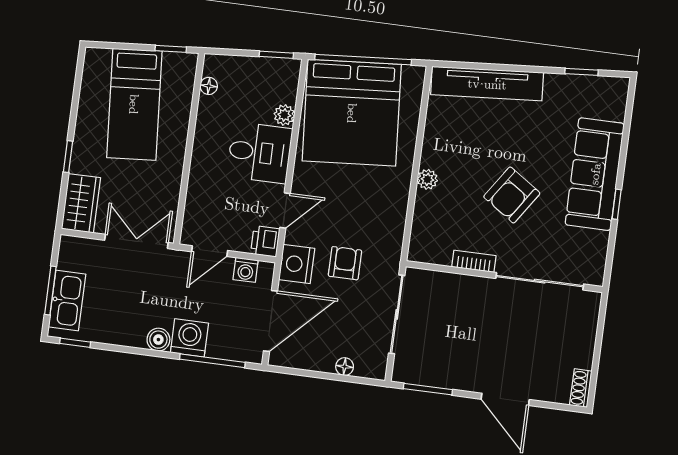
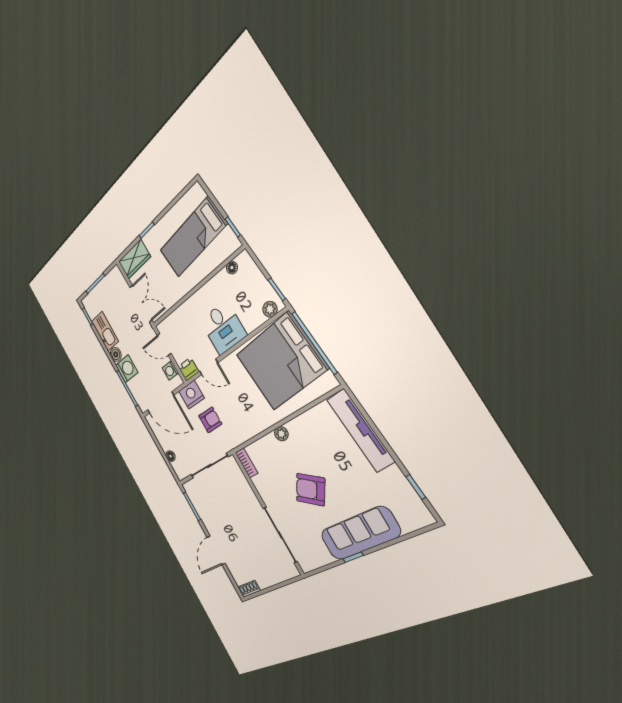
plant: (284, 115) -> (270, 309), moved
bookcase: (474, 261) -> (246, 463), moved
kitchen sink: (67, 300) -> (105, 331), moved, turned -90

